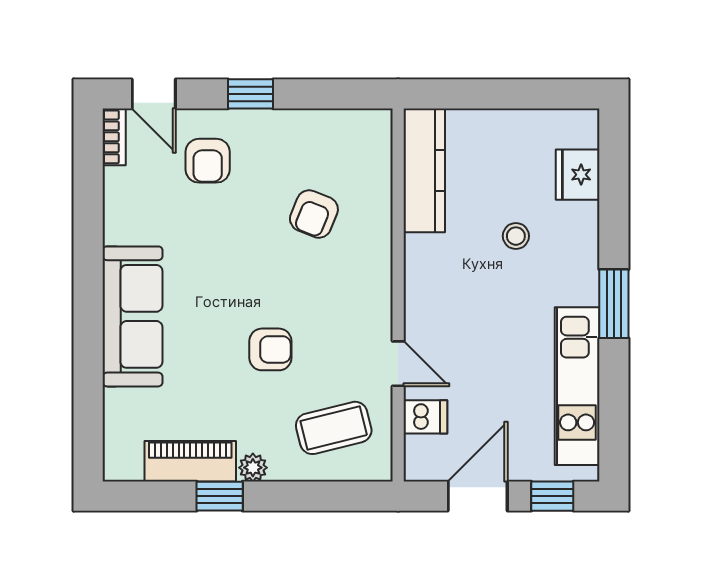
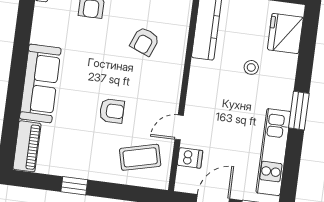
fridge: (578, 175) -> (285, 33), width x1.36, depth x1.34
door: (398, 364) -> (179, 127), swing flipped
piano: (190, 461) -> (27, 146), moved, turned 90
plant: (253, 468) -> (94, 173), removed

